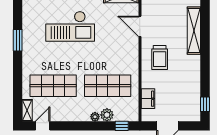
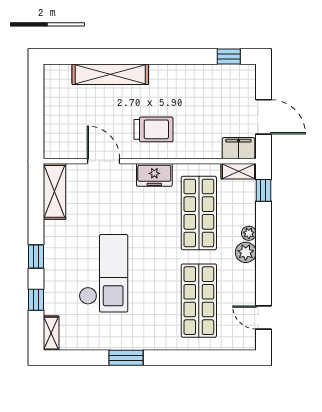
door: (140, 26) -> (103, 161), swing flipped
freezer: (131, 58) -> (154, 175), added
filing cabinet: (148, 99) -> (238, 148), moved
shelving: (27, 110) -> (239, 171), moved
plant: (107, 115) -> (246, 252), moved

